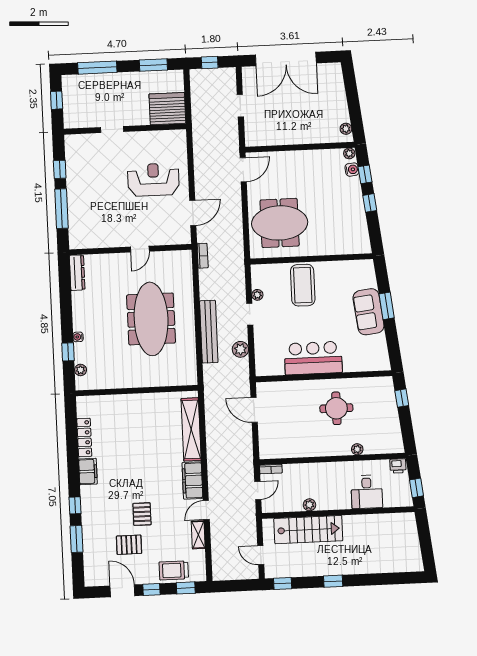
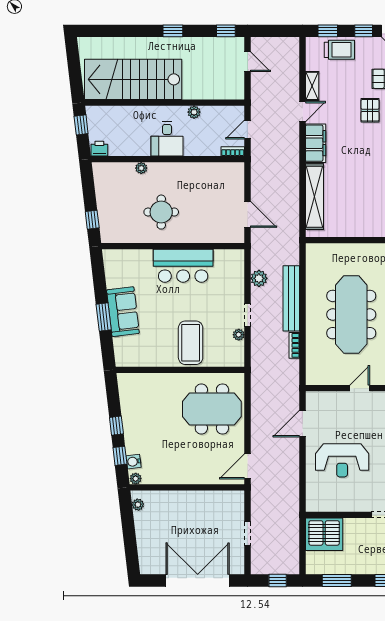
bookcase: (203, 256) -> (294, 345), moved
desk: (367, 492) -> (167, 139), moved, turned 180
stairs: (308, 530) -> (133, 79), moved, width x1.36, depth x1.51

